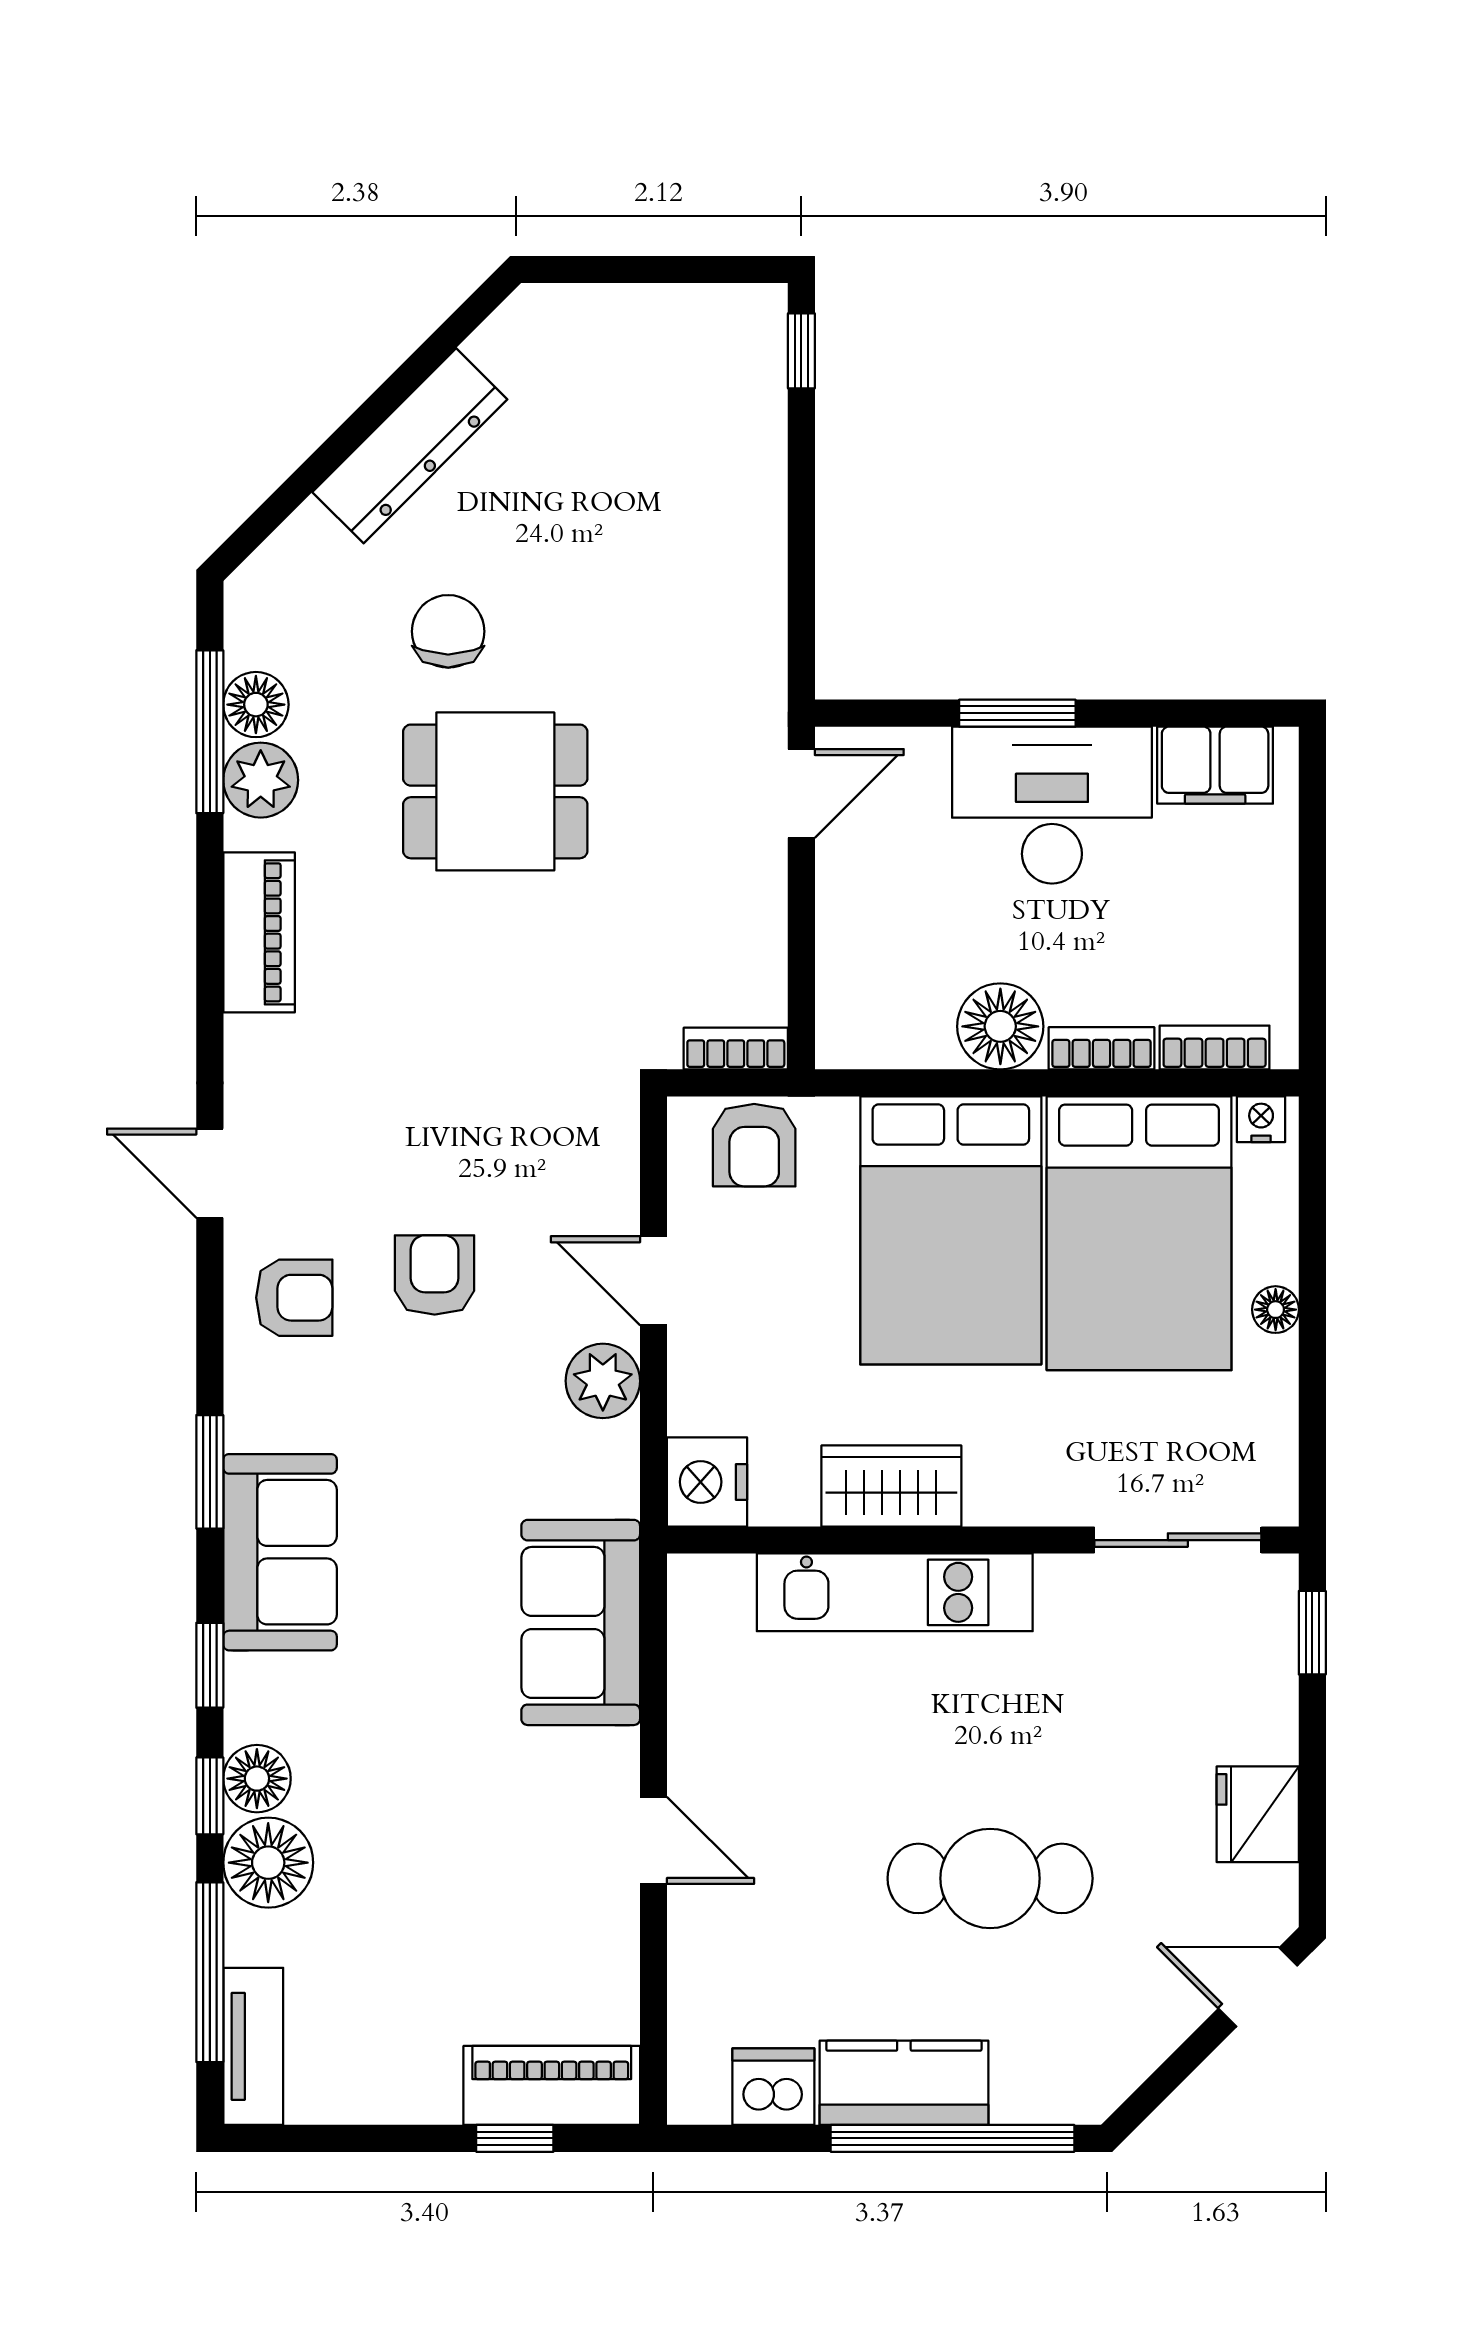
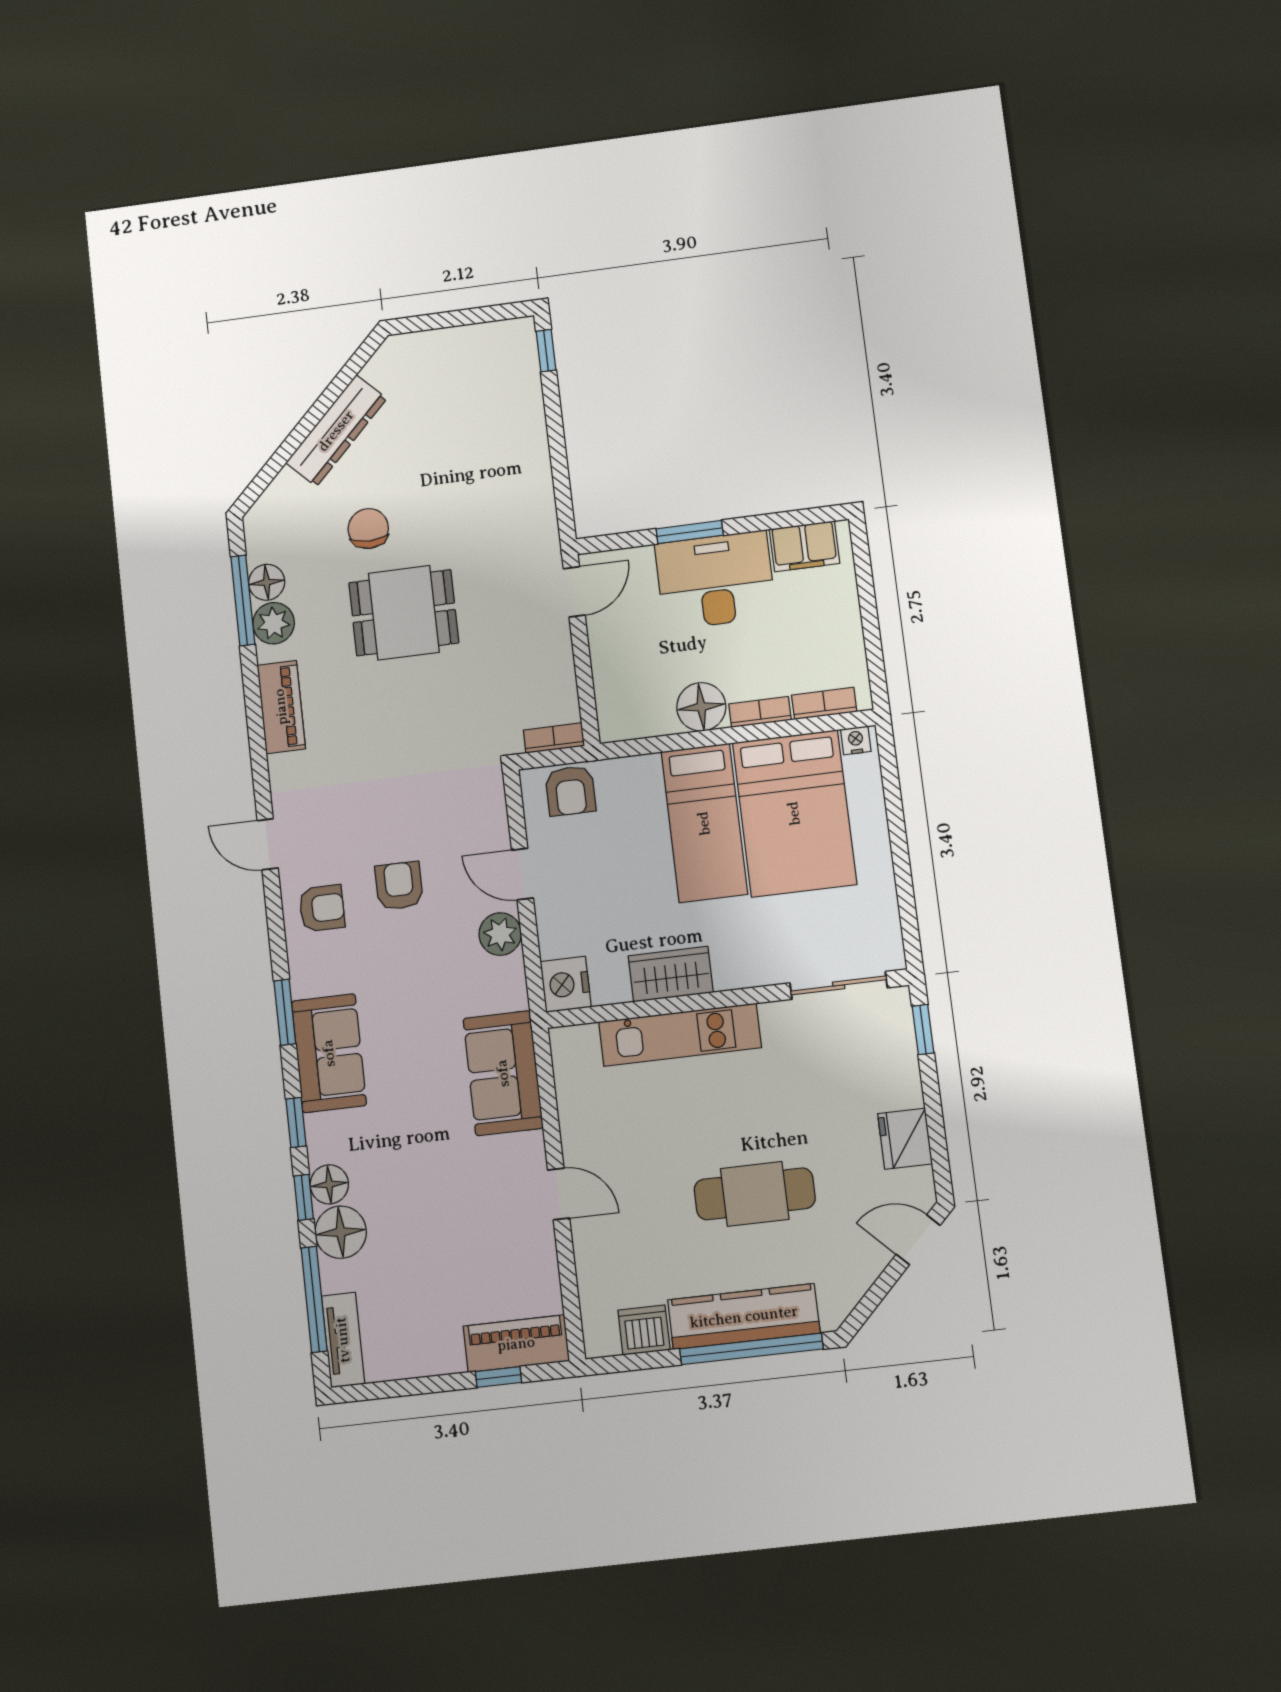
bed: (951, 1230) -> (704, 823), width x0.67
floor lamp: (1276, 1310) -> (878, 847), removed
kitchen counter: (904, 2083) -> (744, 1317), width x1.50

